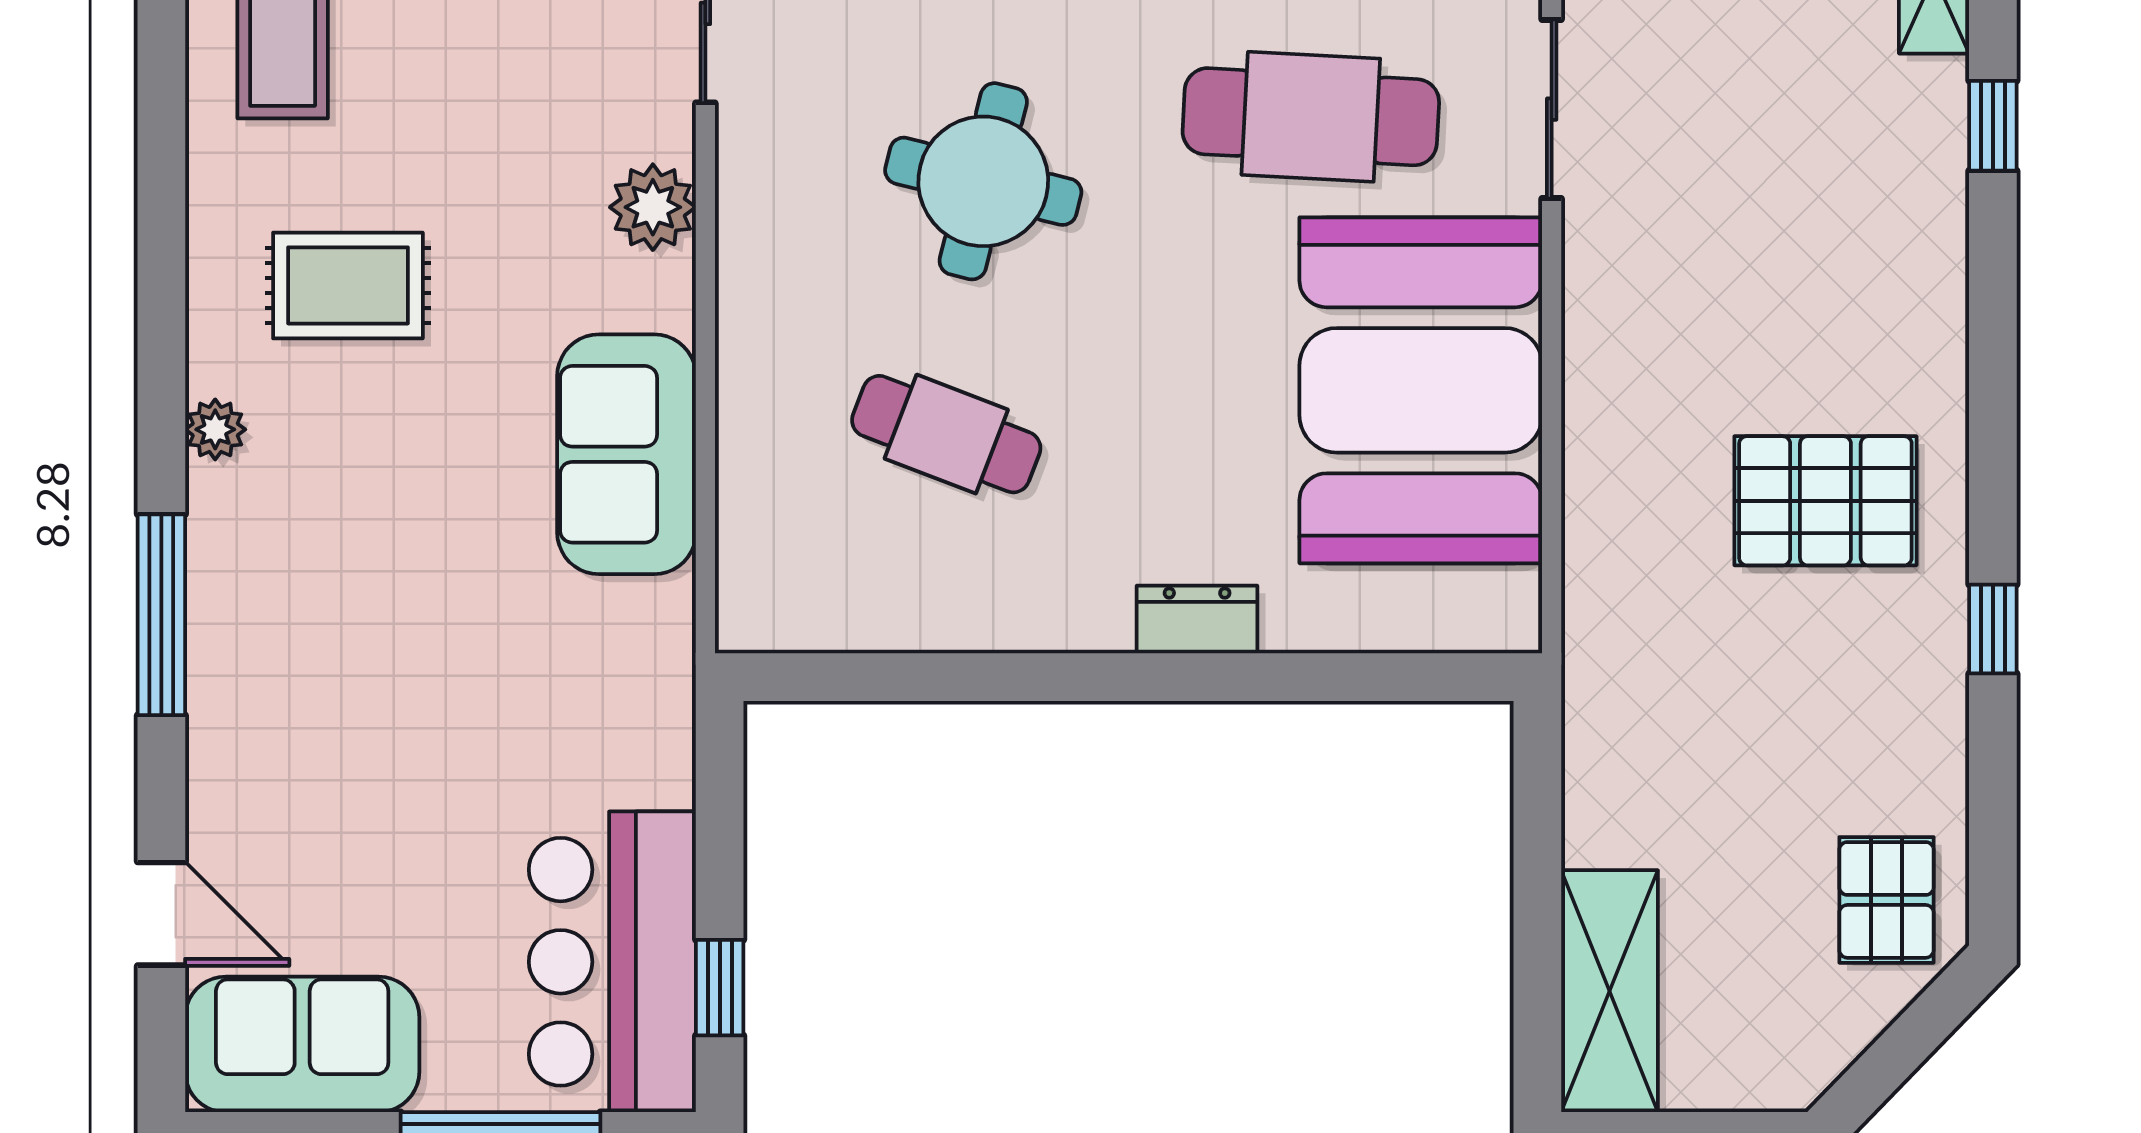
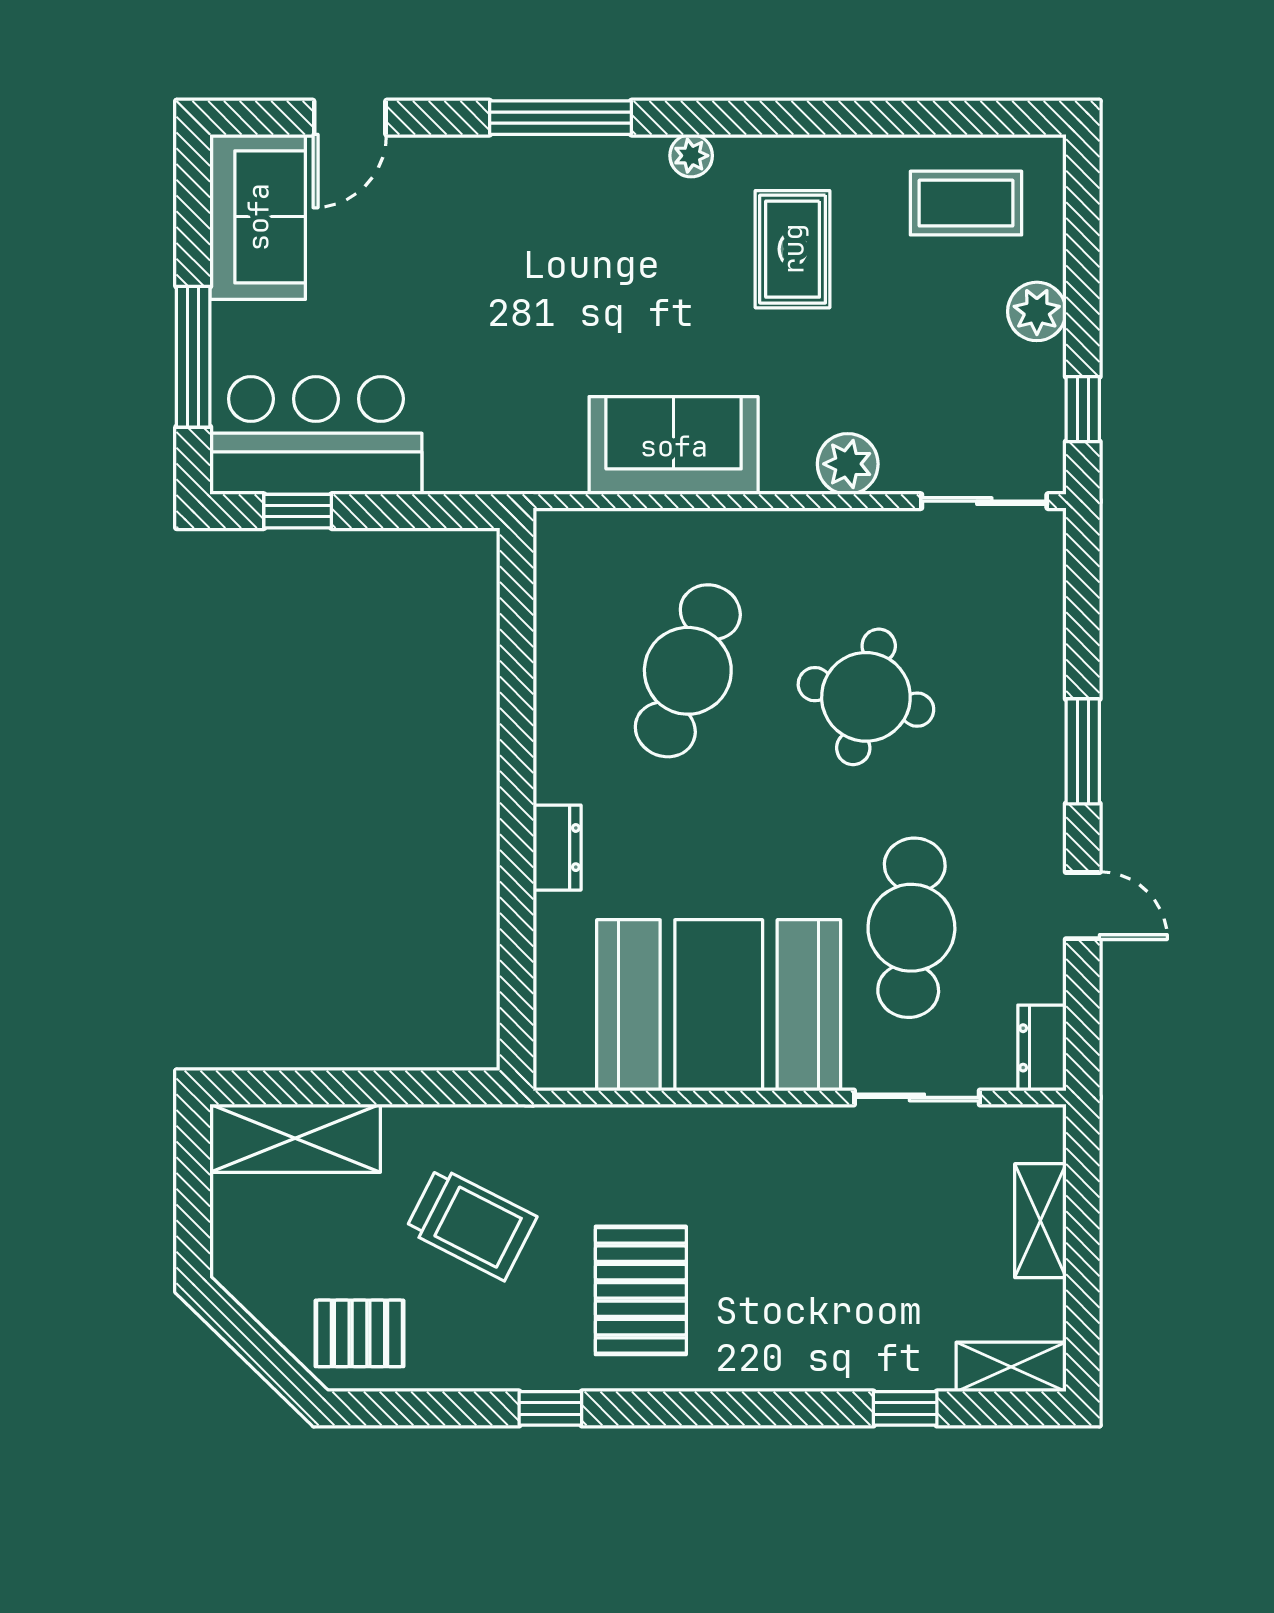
cafe table: (946, 434) -> (688, 671), width x1.37, depth x1.35
trolley: (1731, 742) -> (471, 1224), added

